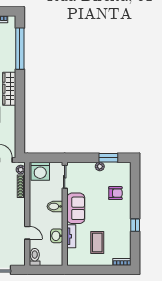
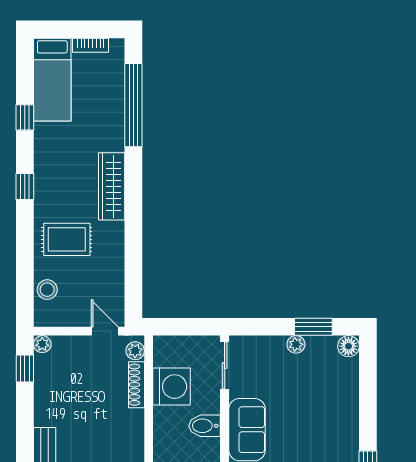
floor lamp: (126, 167) -> (348, 346), added
washing machine: (40, 171) -> (172, 387), moved, turned -90
armchair: (115, 193) -> (328, 399), removed

